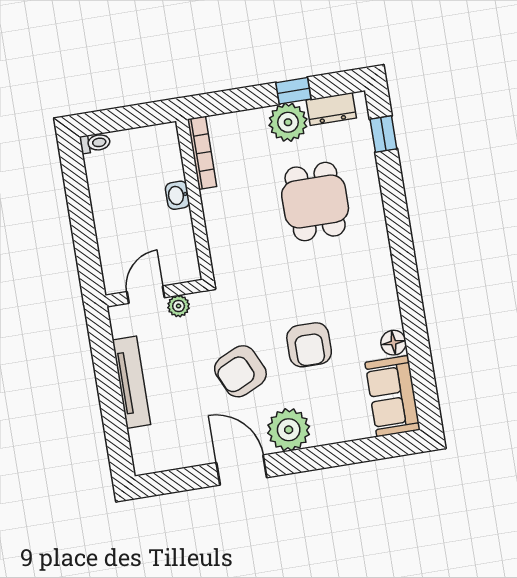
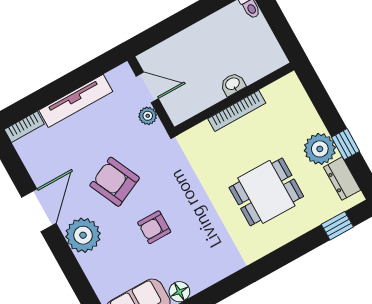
bookcase: (202, 153) -> (237, 111), moved
armchair: (309, 345) -> (154, 227), width x0.72, depth x0.72
bookcase: (140, 452) -> (24, 127), added

